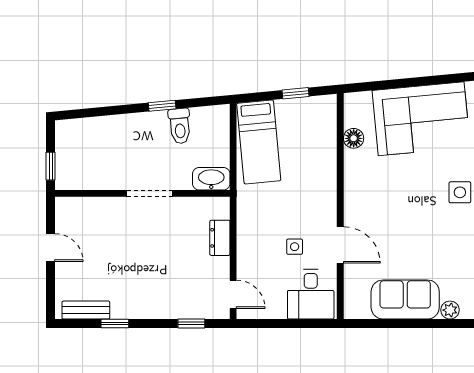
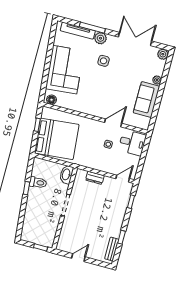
floor lamp: (354, 138) -> (52, 100), moved
bed: (259, 142) -> (57, 139), width x2.04

